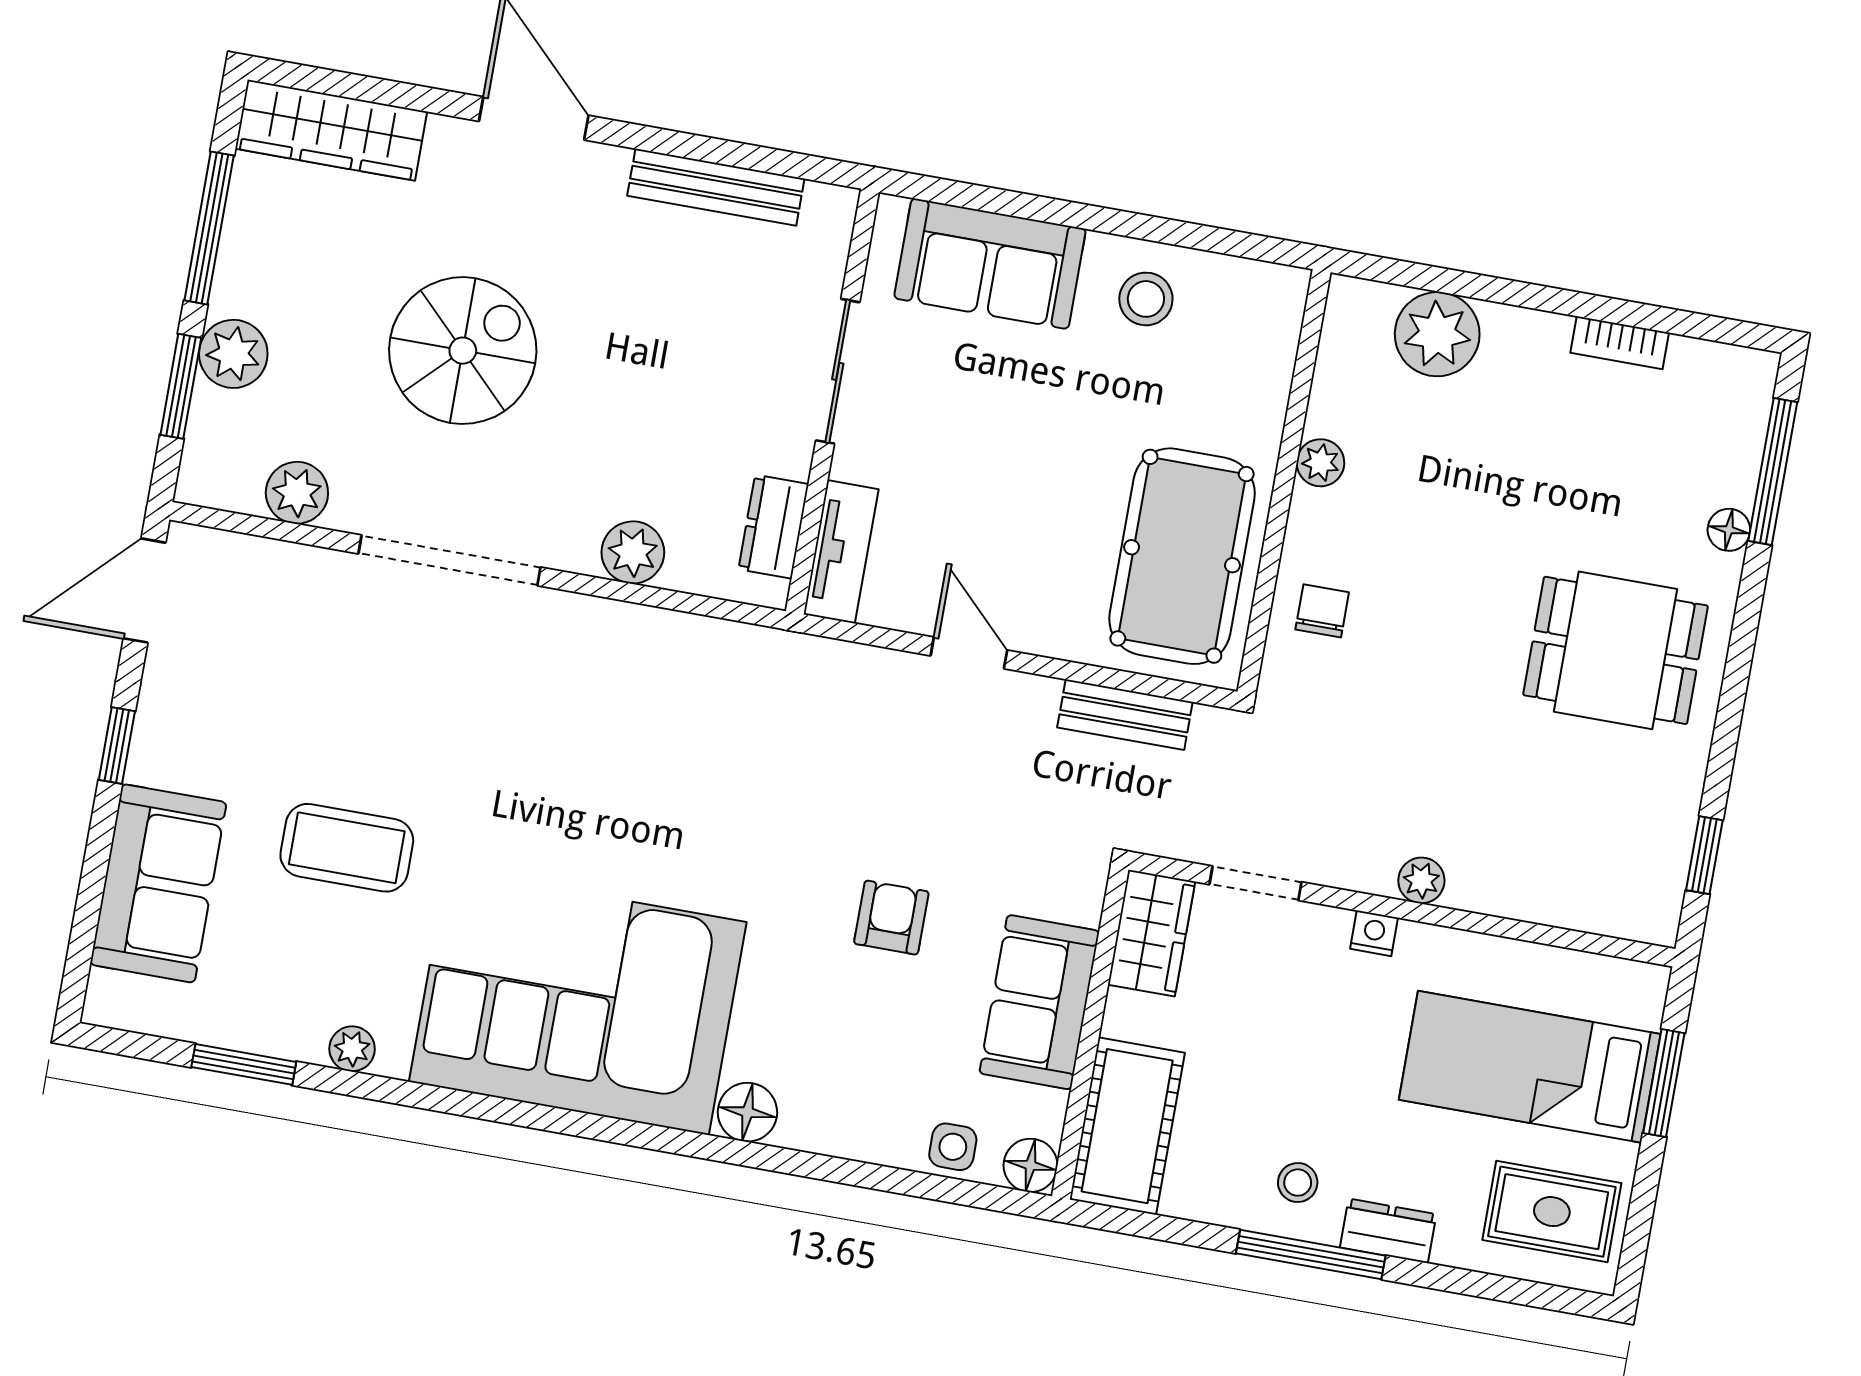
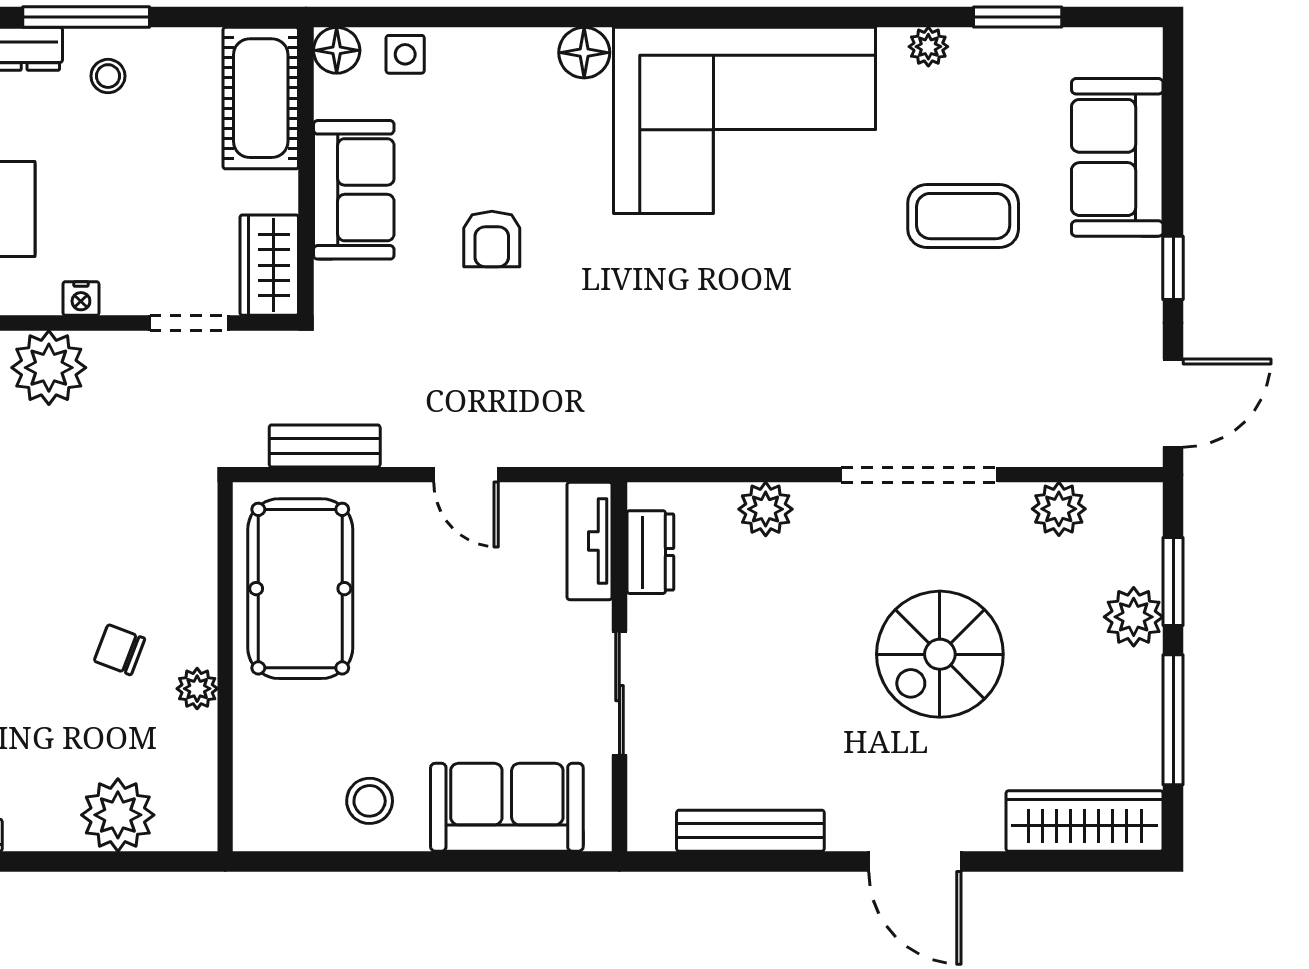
chair: (1322, 611) -> (120, 650), moved, turned 111
plant: (1421, 880) -> (49, 368), width x1.87, depth x1.87

